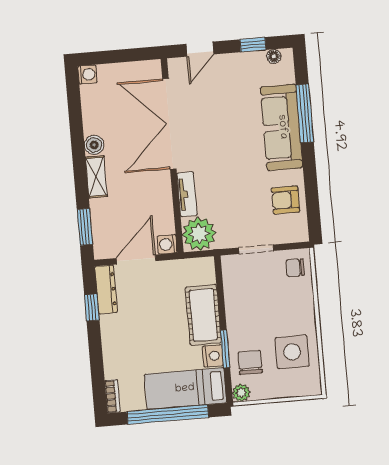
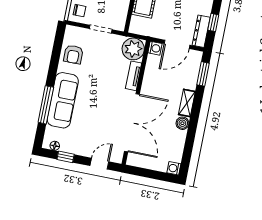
armchair: (285, 200) -> (73, 54), turned 90

